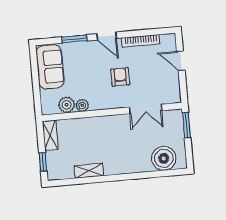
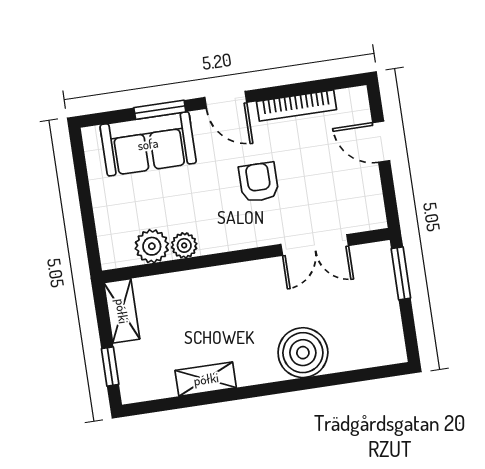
sofa: (50, 67) -> (148, 144), moved, turned 90
boiler: (164, 158) -> (303, 353), moved

